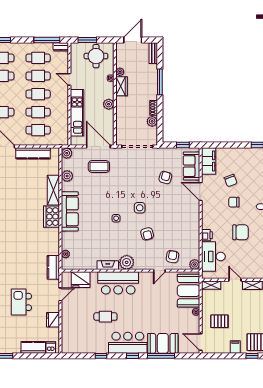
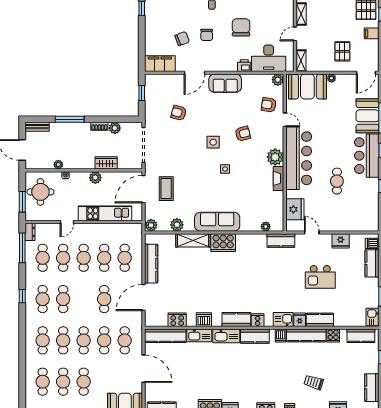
wardrobe: (121, 86) -> (106, 163), moved
sofa: (191, 166) -> (225, 83), moved
bar counter: (118, 283) -> (299, 158), width x1.36

